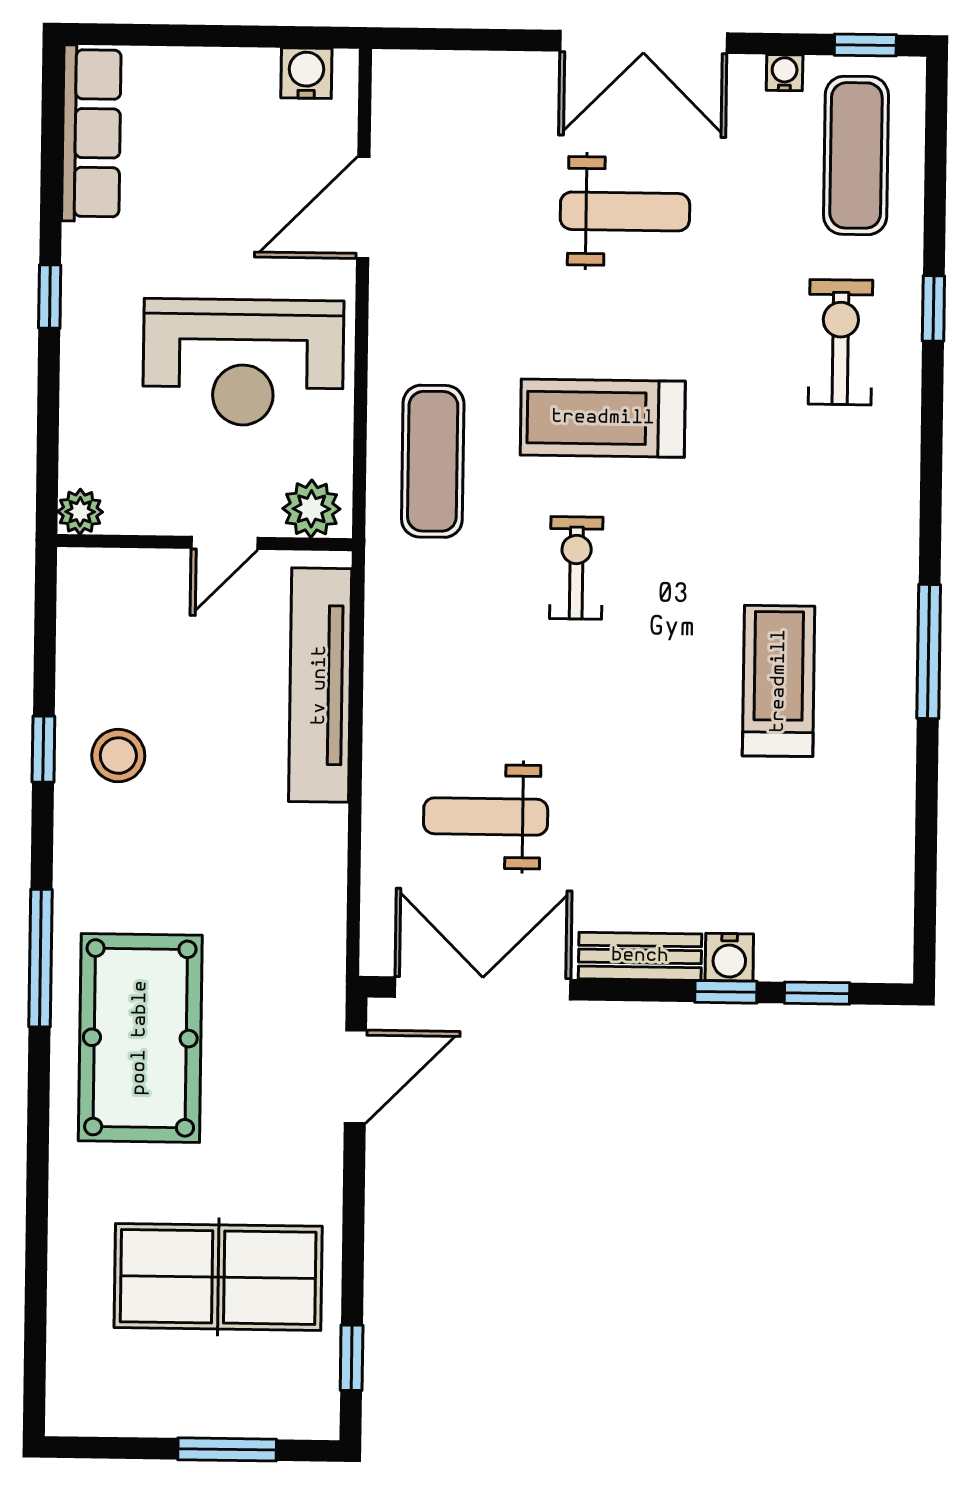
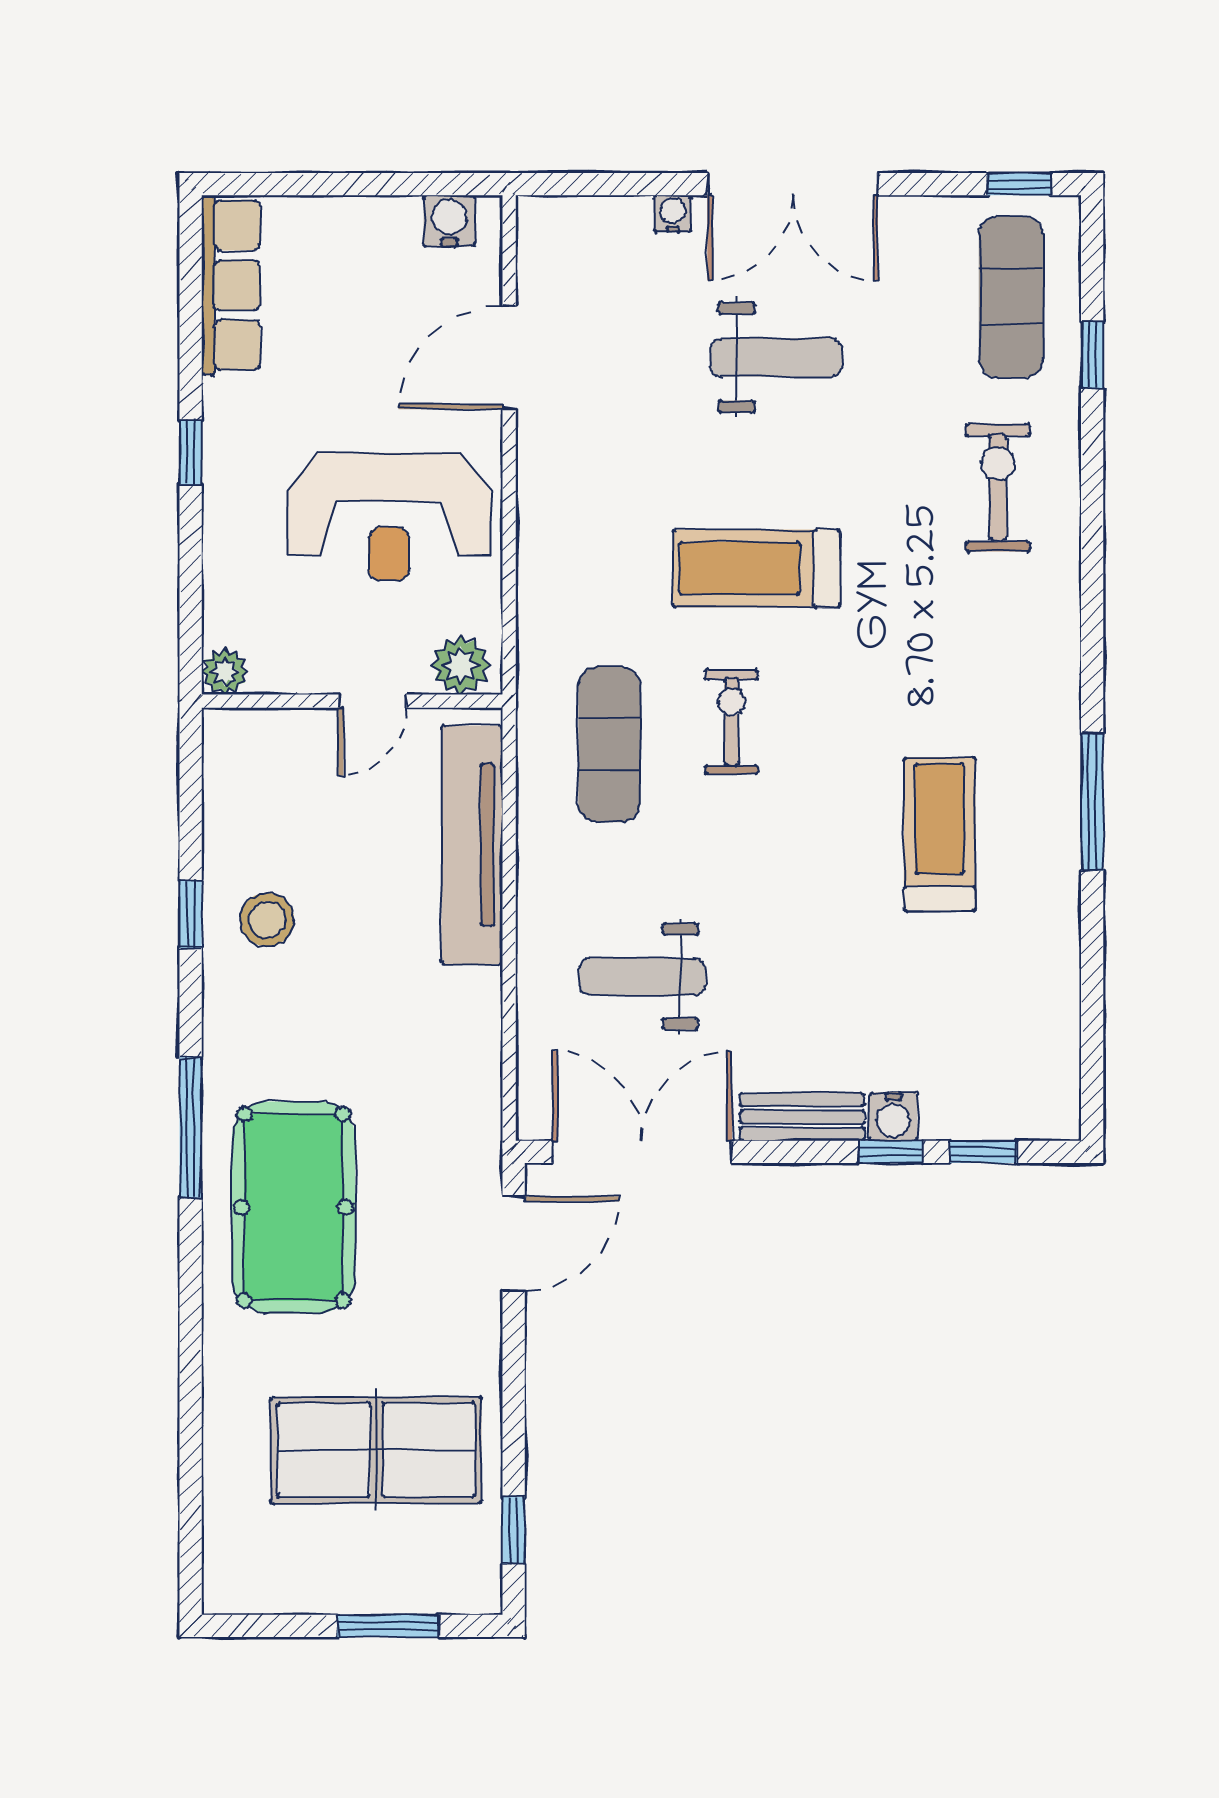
water cooler: (785, 73) -> (673, 214), moved
window: (933, 308) -> (1092, 355), moved
exercise mat: (433, 461) -> (609, 744), moved

